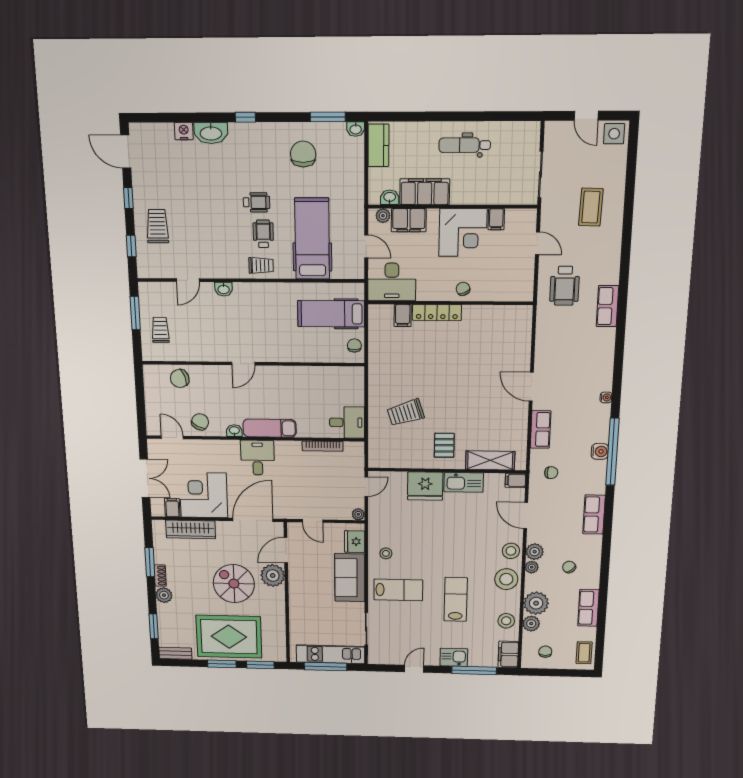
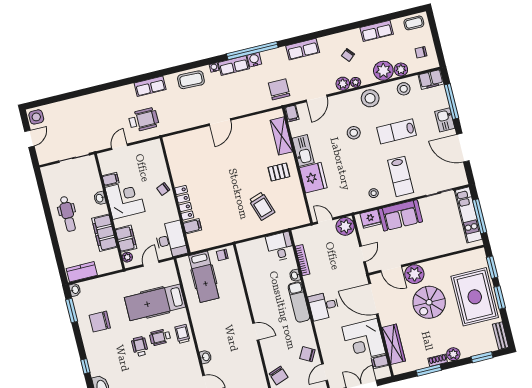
washbasin: (390, 197) -> (100, 198), moved
coffee table: (591, 207) -> (191, 80), moved
row of seats: (541, 429) -> (234, 66), moved, turned 180
washbasin: (234, 431) -> (295, 275), moved
chair: (551, 473) -> (279, 89), width x1.87, depth x1.87
plant: (358, 514) -> (345, 226), width x1.88, depth x1.88
stool: (511, 551) -> (354, 133), moved
lab bench: (398, 590) -> (401, 176), turned 180
door: (414, 669) -> (463, 148), width x1.88

